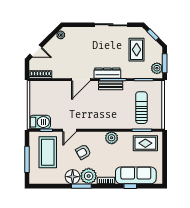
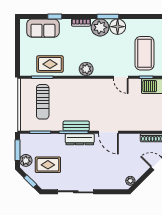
rug: (137, 50) -> (48, 165), turned 90
plant: (157, 68) -> (26, 160), moved
door: (81, 80) -> (108, 132), swing flipped
door: (70, 130) -> (121, 77), swing flipped
plant: (112, 138) -> (86, 69), moved
rug: (145, 143) -> (50, 64), moved
armchair: (83, 152) -> (106, 54), removed
sofa: (136, 175) -> (43, 28), width x0.73

